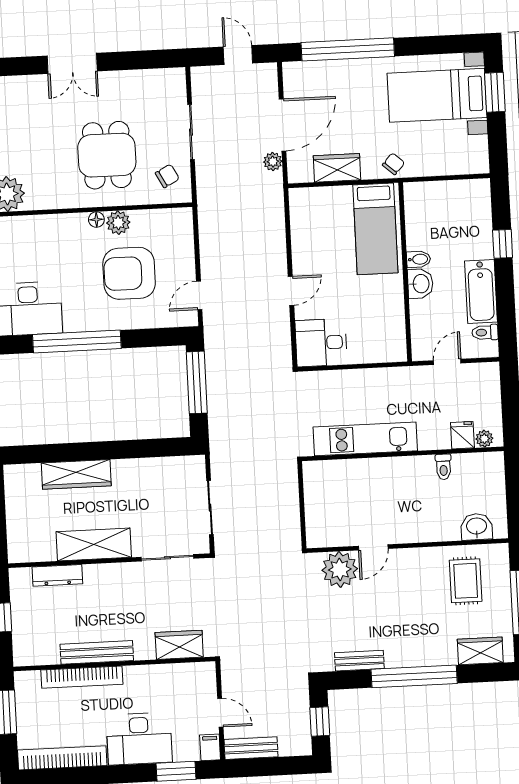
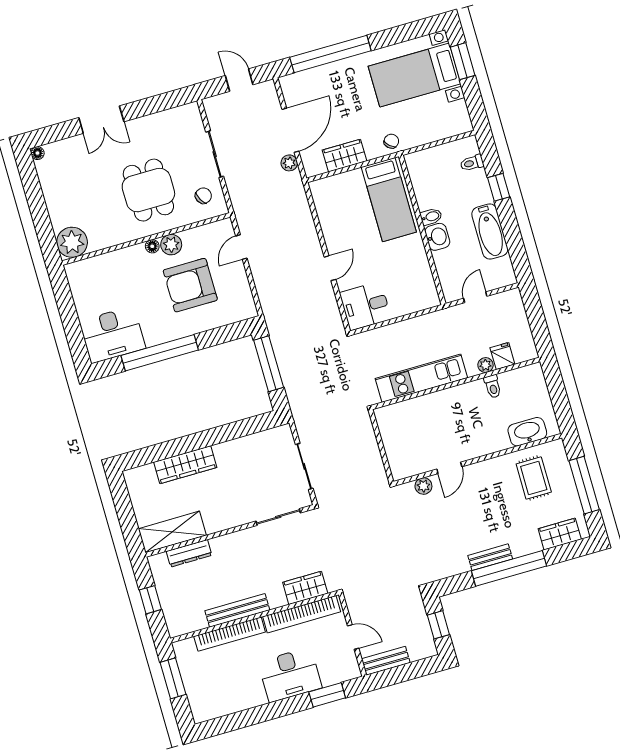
door: (199, 295) -> (241, 247), moved
toilet: (485, 332) -> (472, 163), moved
plant: (484, 439) -> (485, 365), moved
washbasin: (477, 527) -> (527, 432), width x1.38
shelving: (94, 544) -> (172, 532), moved
plant: (340, 569) -> (423, 486), width x0.53, depth x0.53
bench: (359, 661) -> (490, 557), moved
filing cabinet: (210, 747) -> (351, 668), removed
bookcase: (62, 758) -> (302, 614), moved, turned 180

